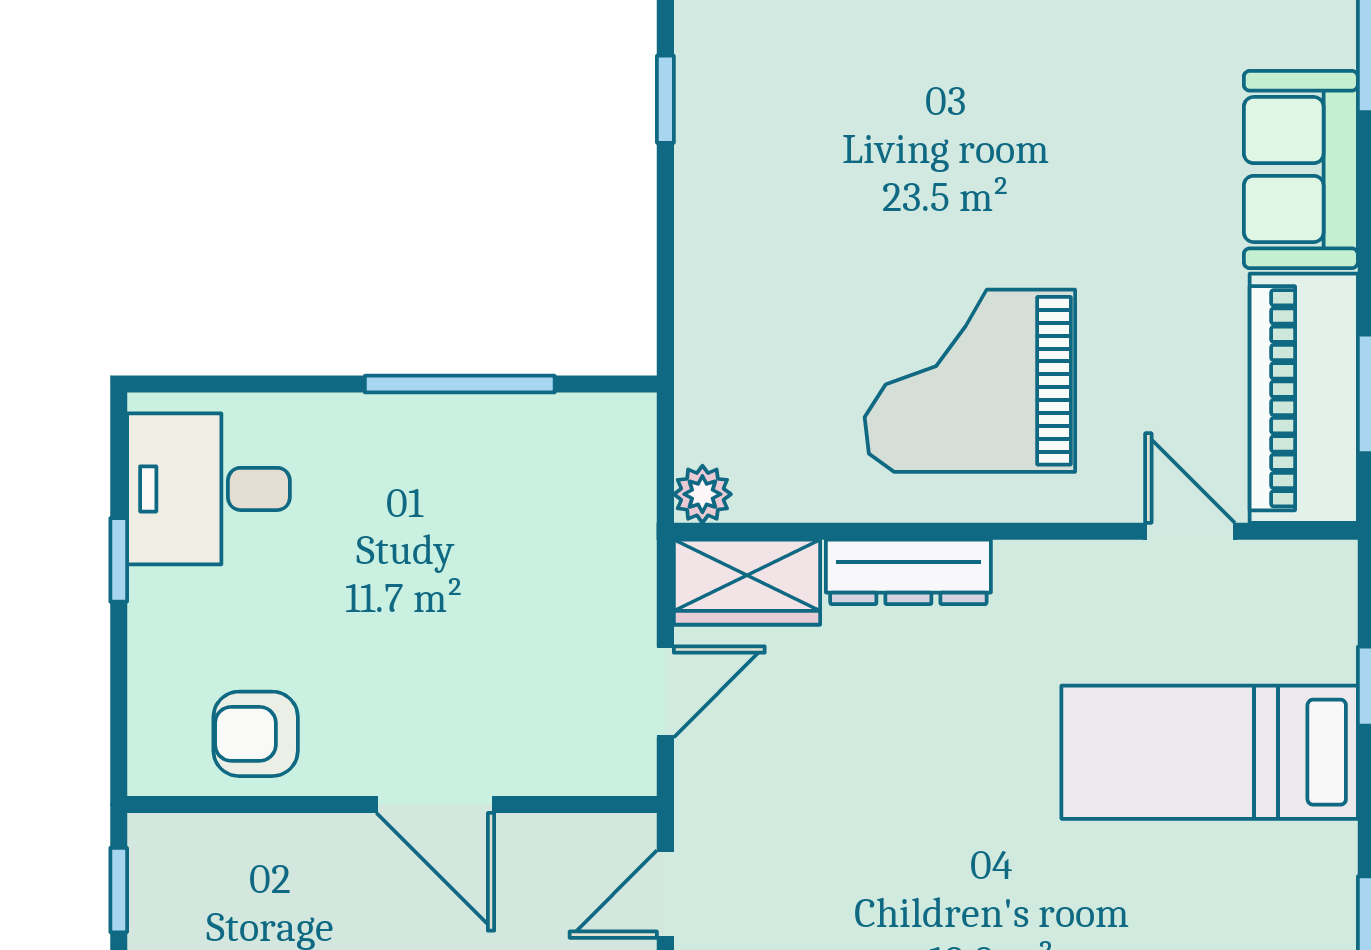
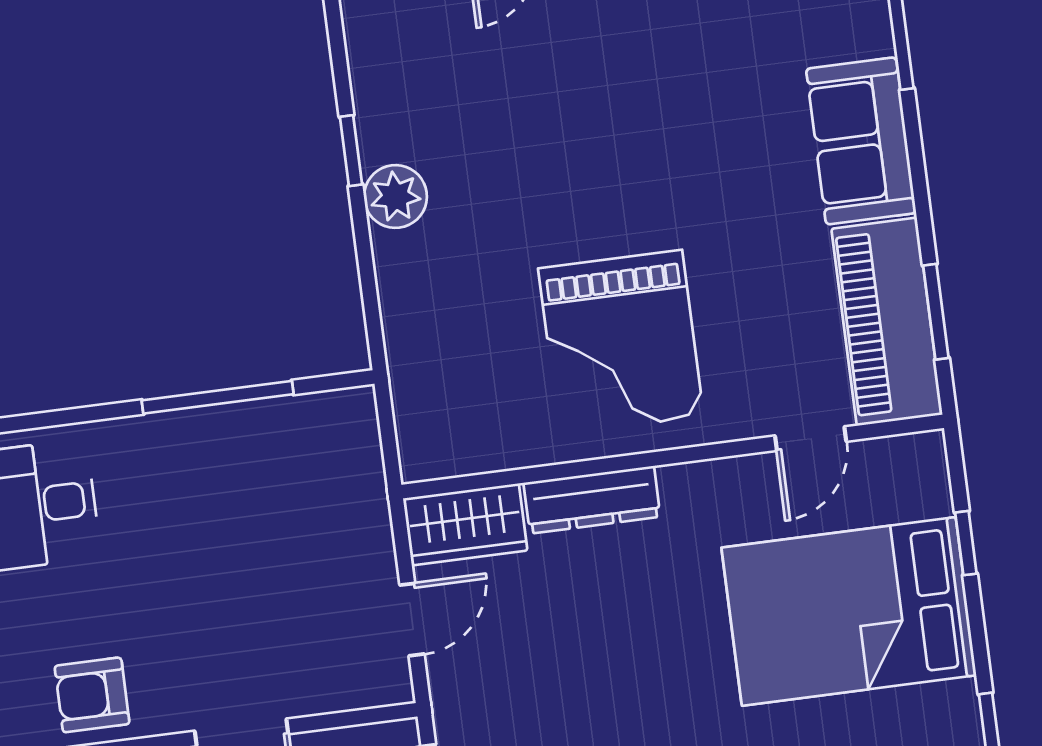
grand piano: (970, 381) -> (621, 342), turned -90
plant: (702, 494) -> (395, 196), moved, width x1.38, depth x1.38
door: (1190, 531) -> (811, 439), swing flipped
bed: (1210, 752) -> (849, 611), width x1.50

